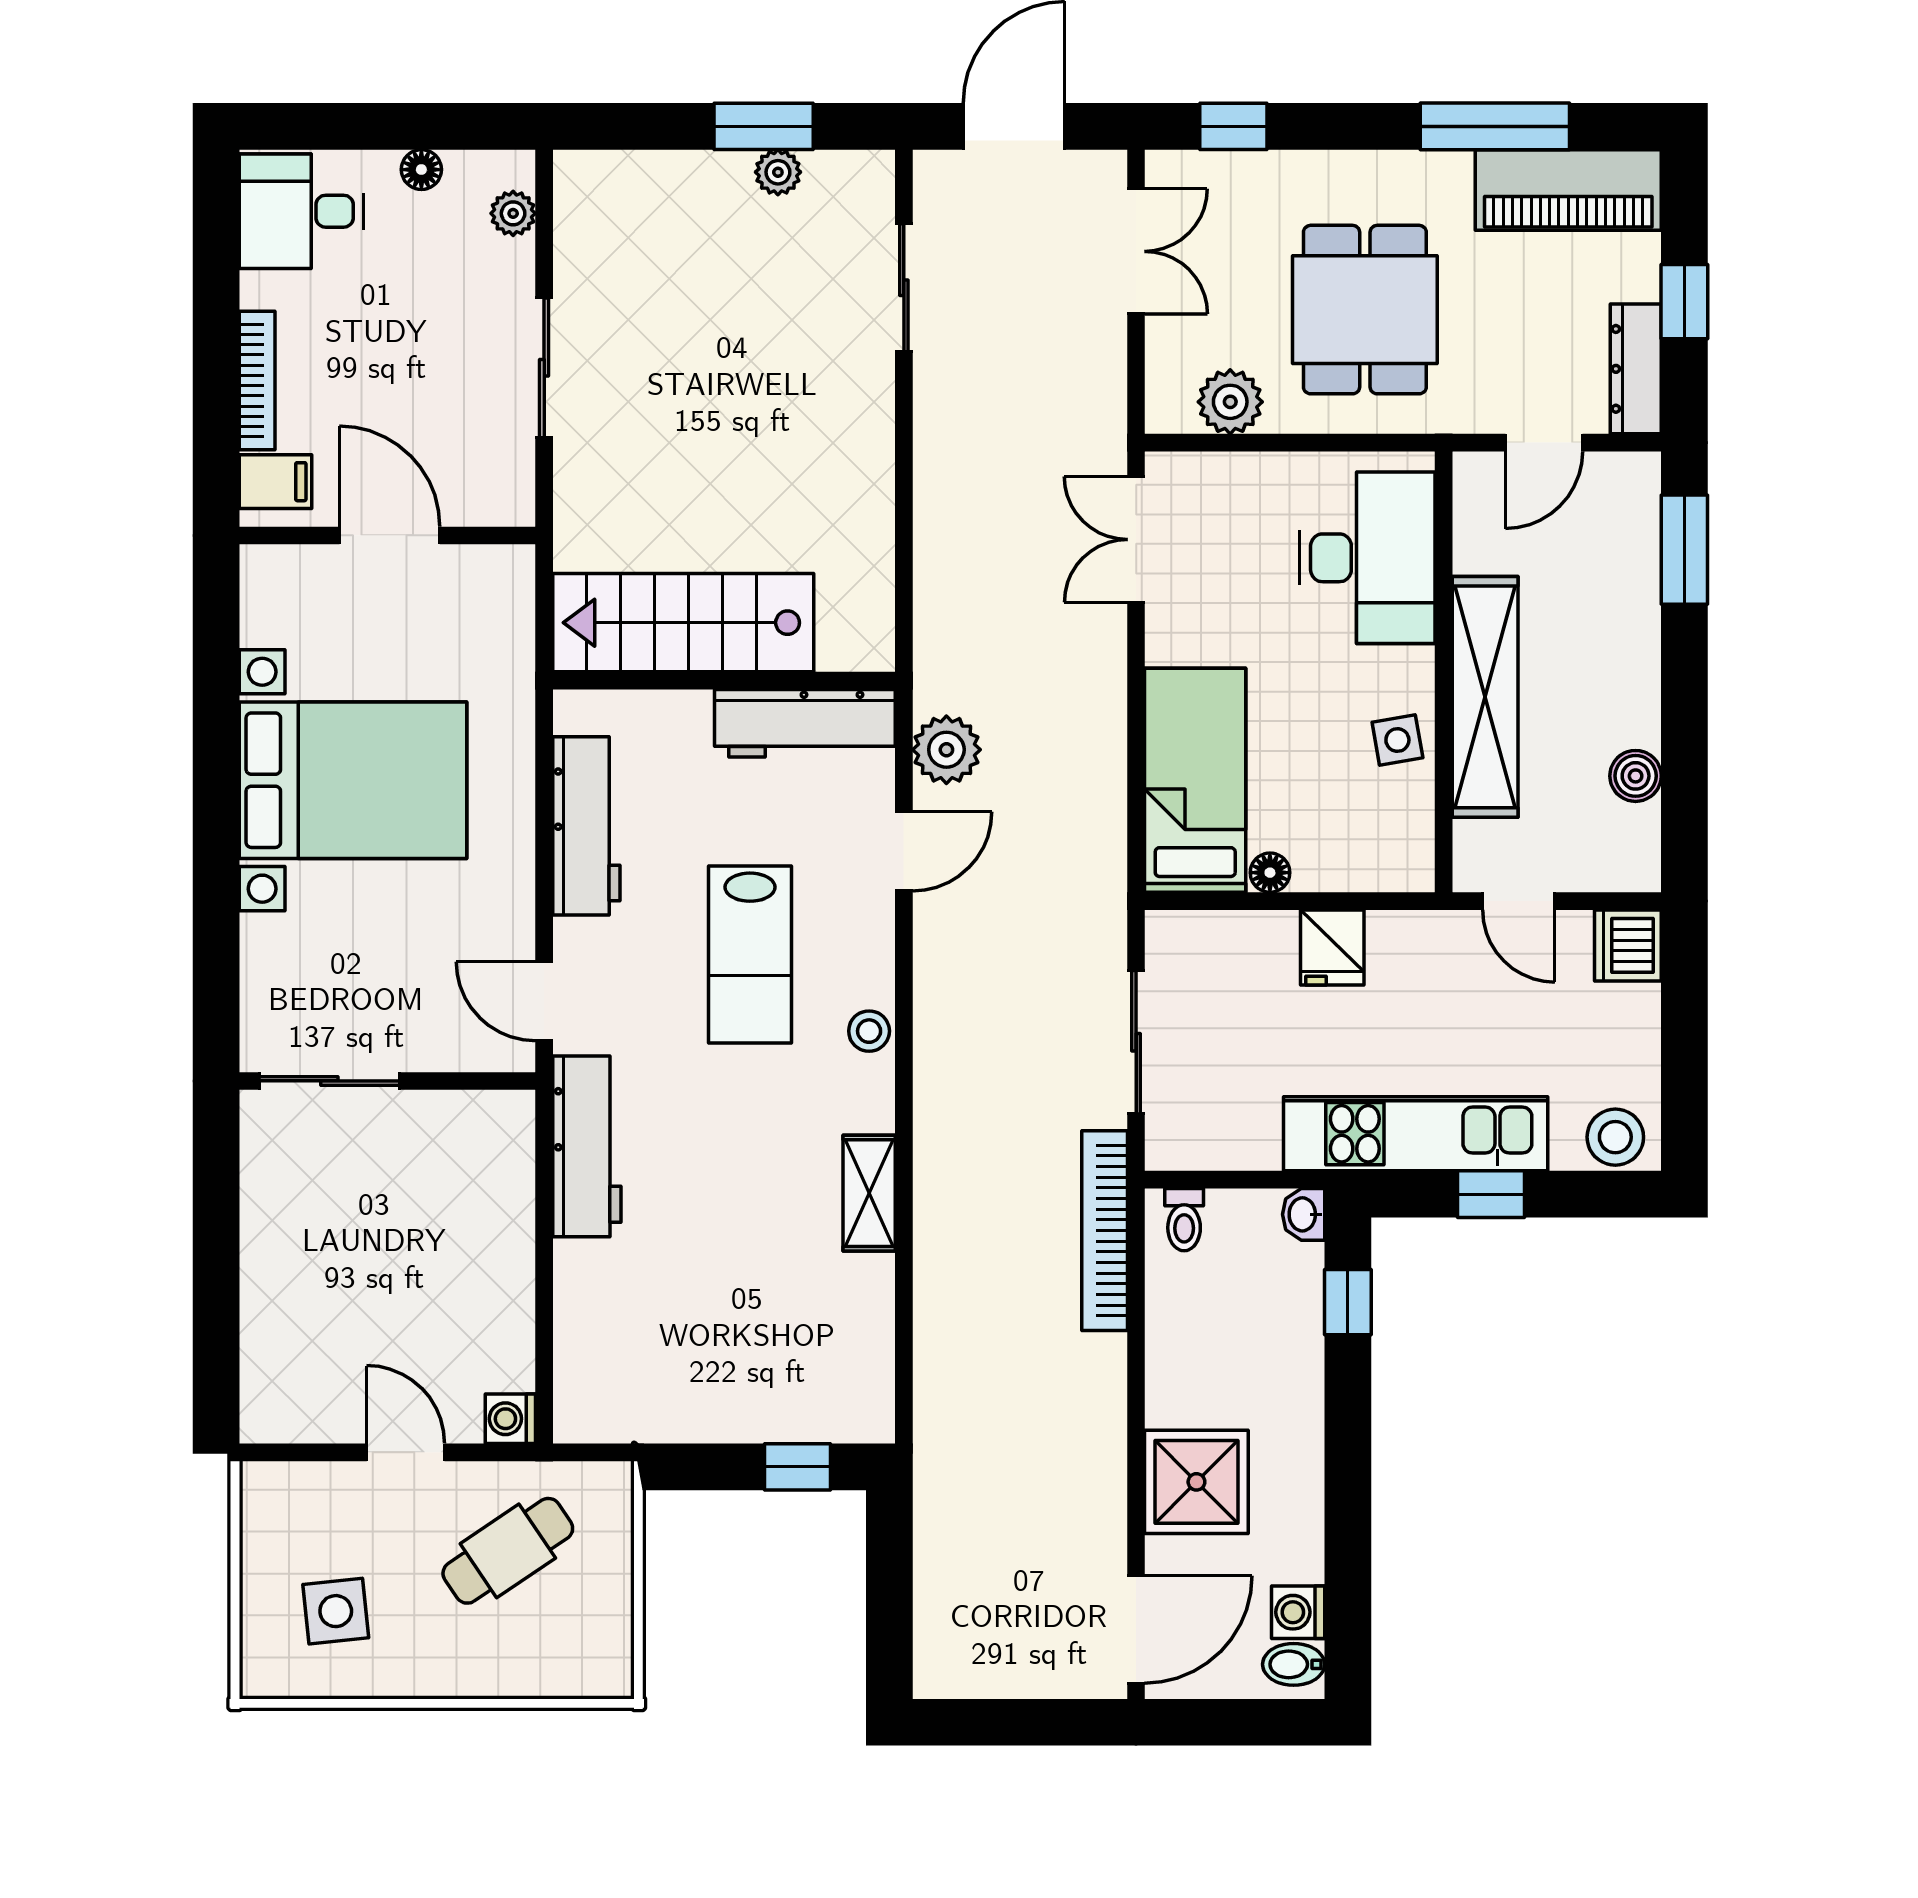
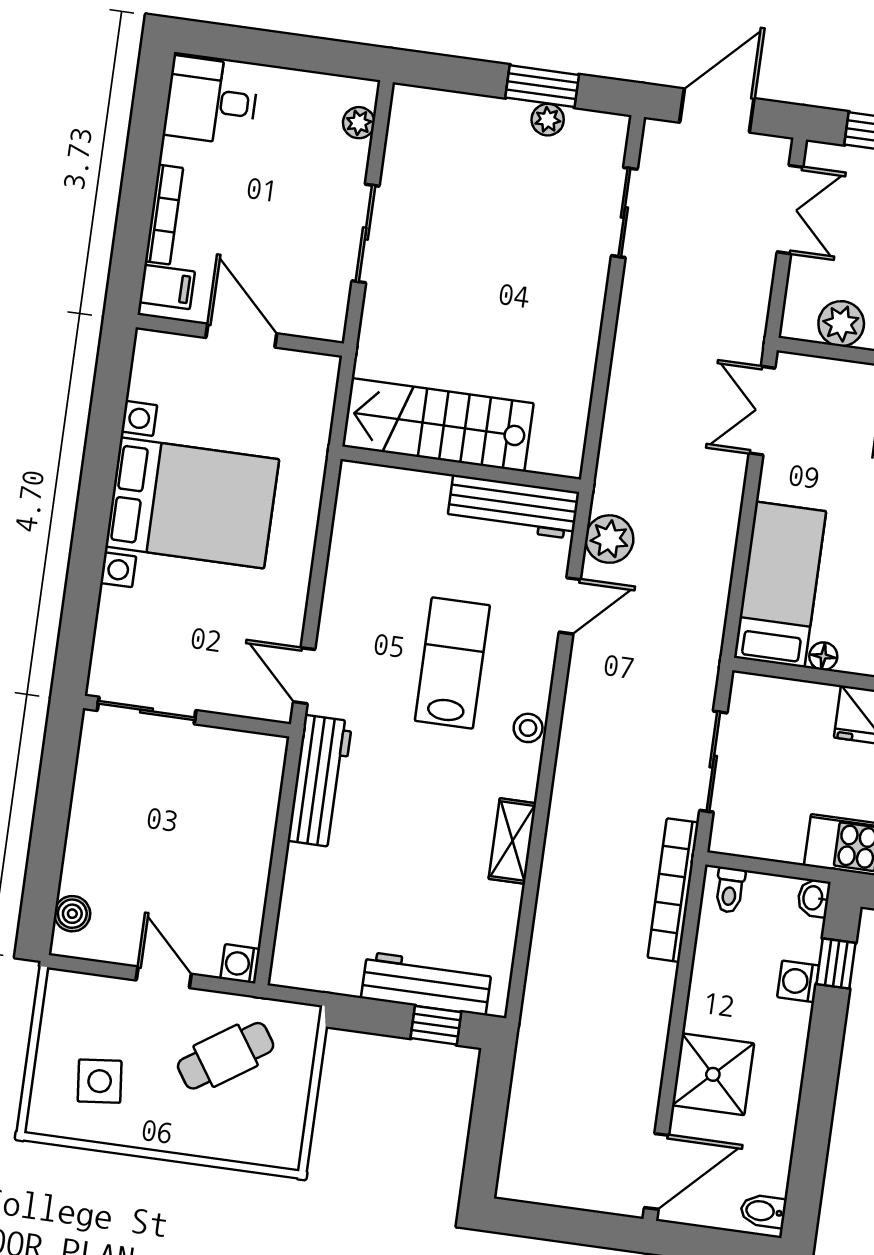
floor lamp: (421, 170) -> (299, 83), removed
workbench: (586, 826) -> (426, 984), moved, turned -90
lab bench: (750, 955) -> (452, 663), turned 180
boiler: (265, 1381) -> (72, 914), added
washing machine: (1298, 1612) -> (798, 981), moved

